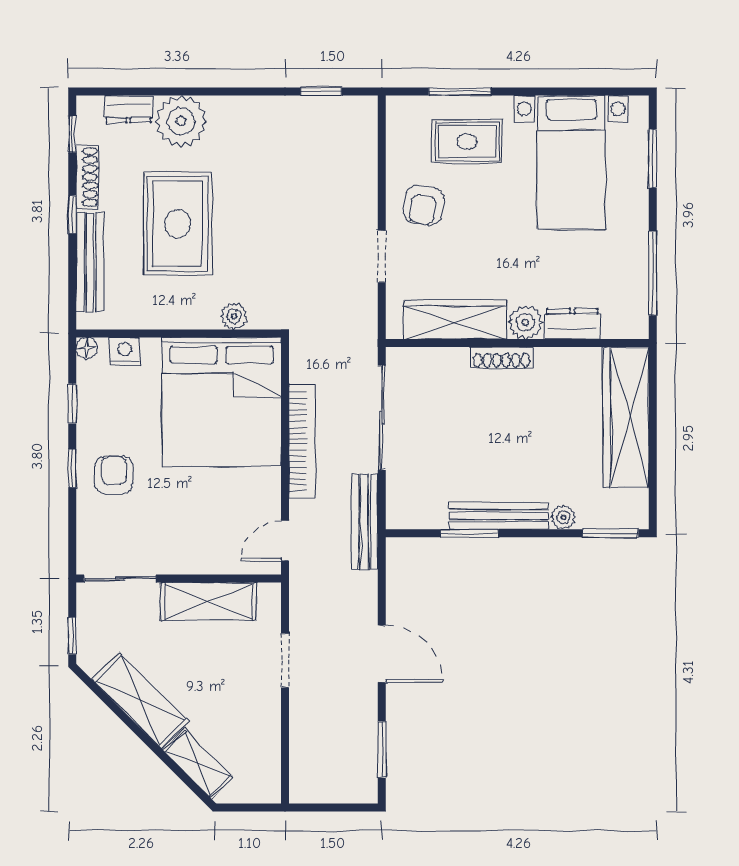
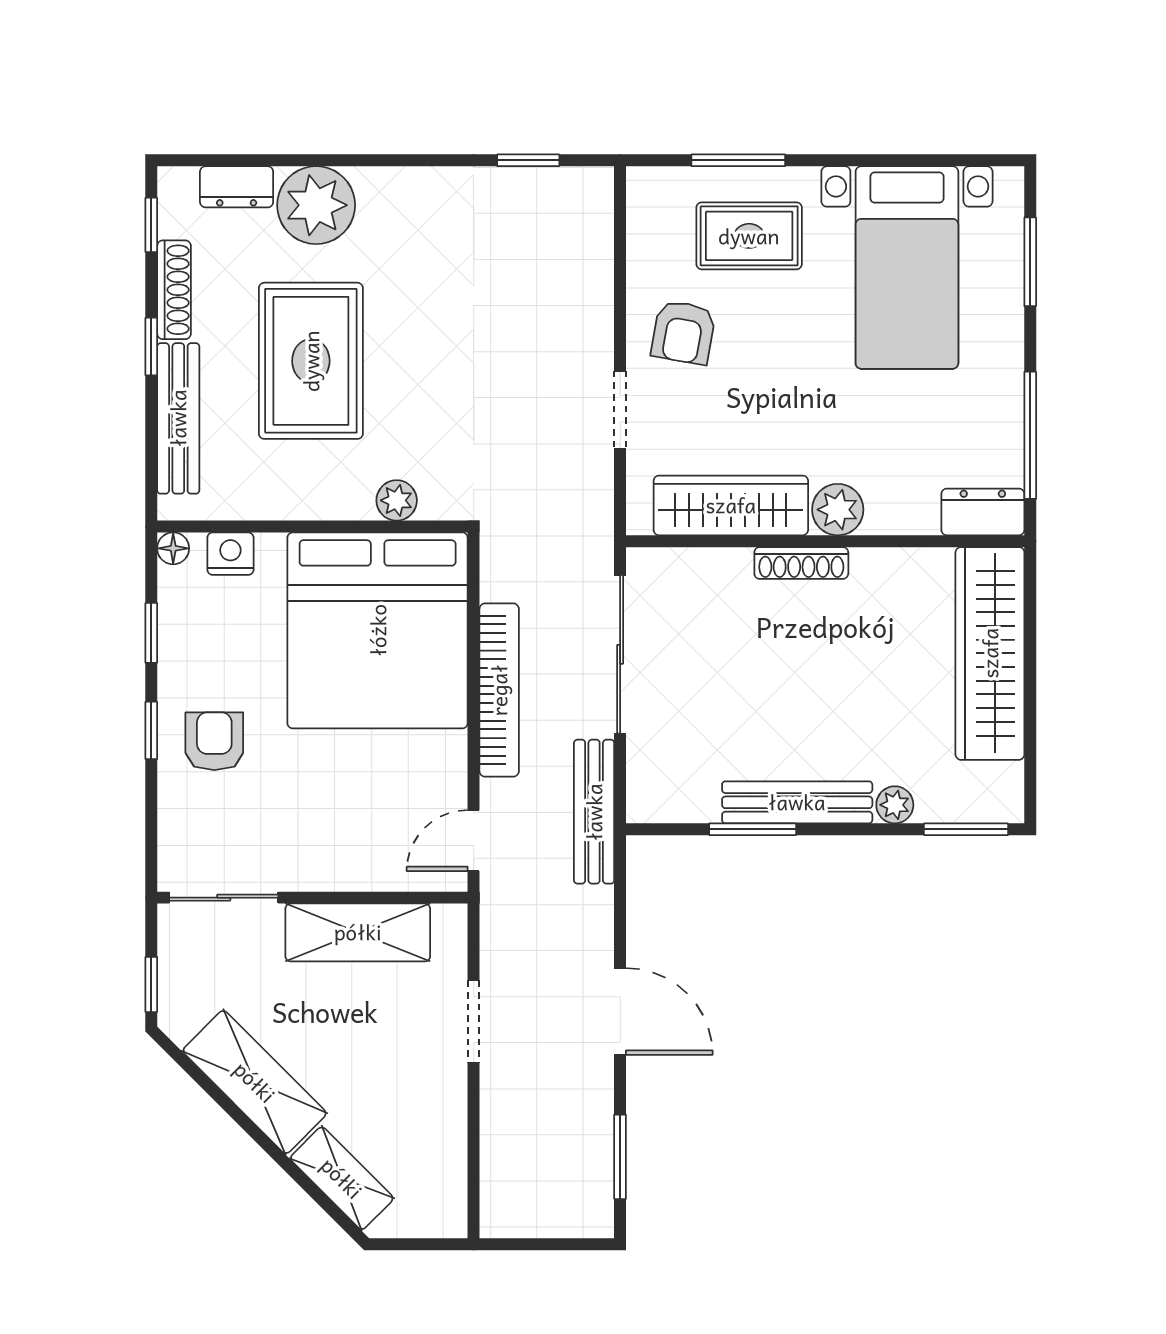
dresser: (573, 324) -> (983, 512), moved

